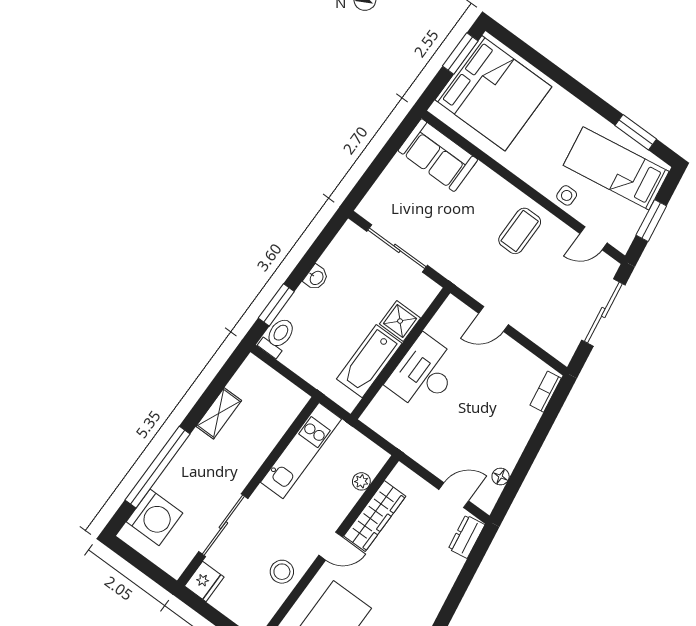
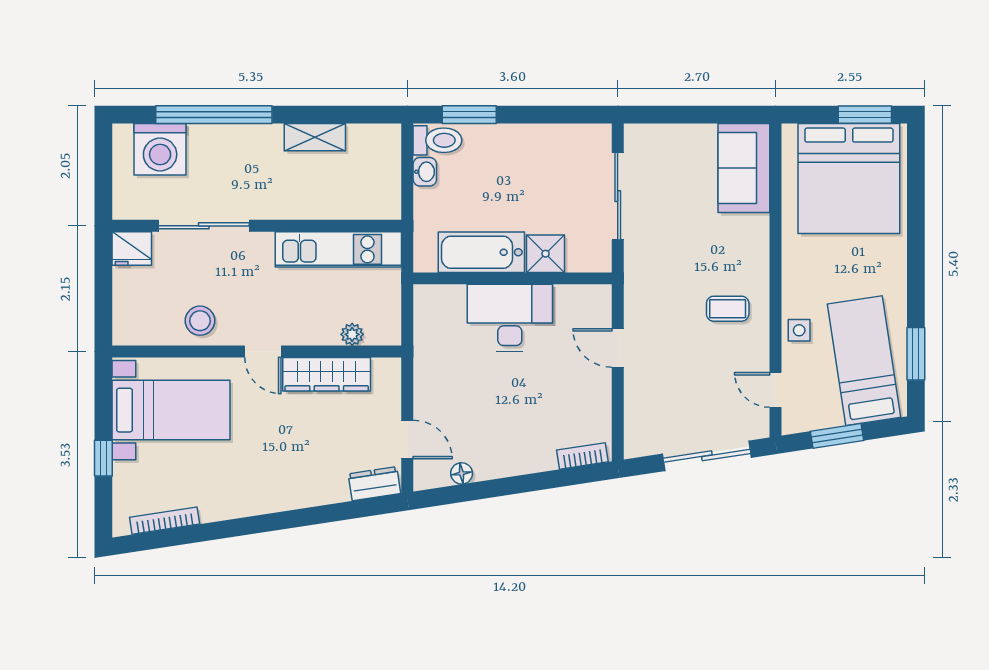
coffee table: (520, 231) -> (728, 309), width x0.73, depth x0.77
washbasin: (316, 278) -> (425, 172), moved, turned -90

